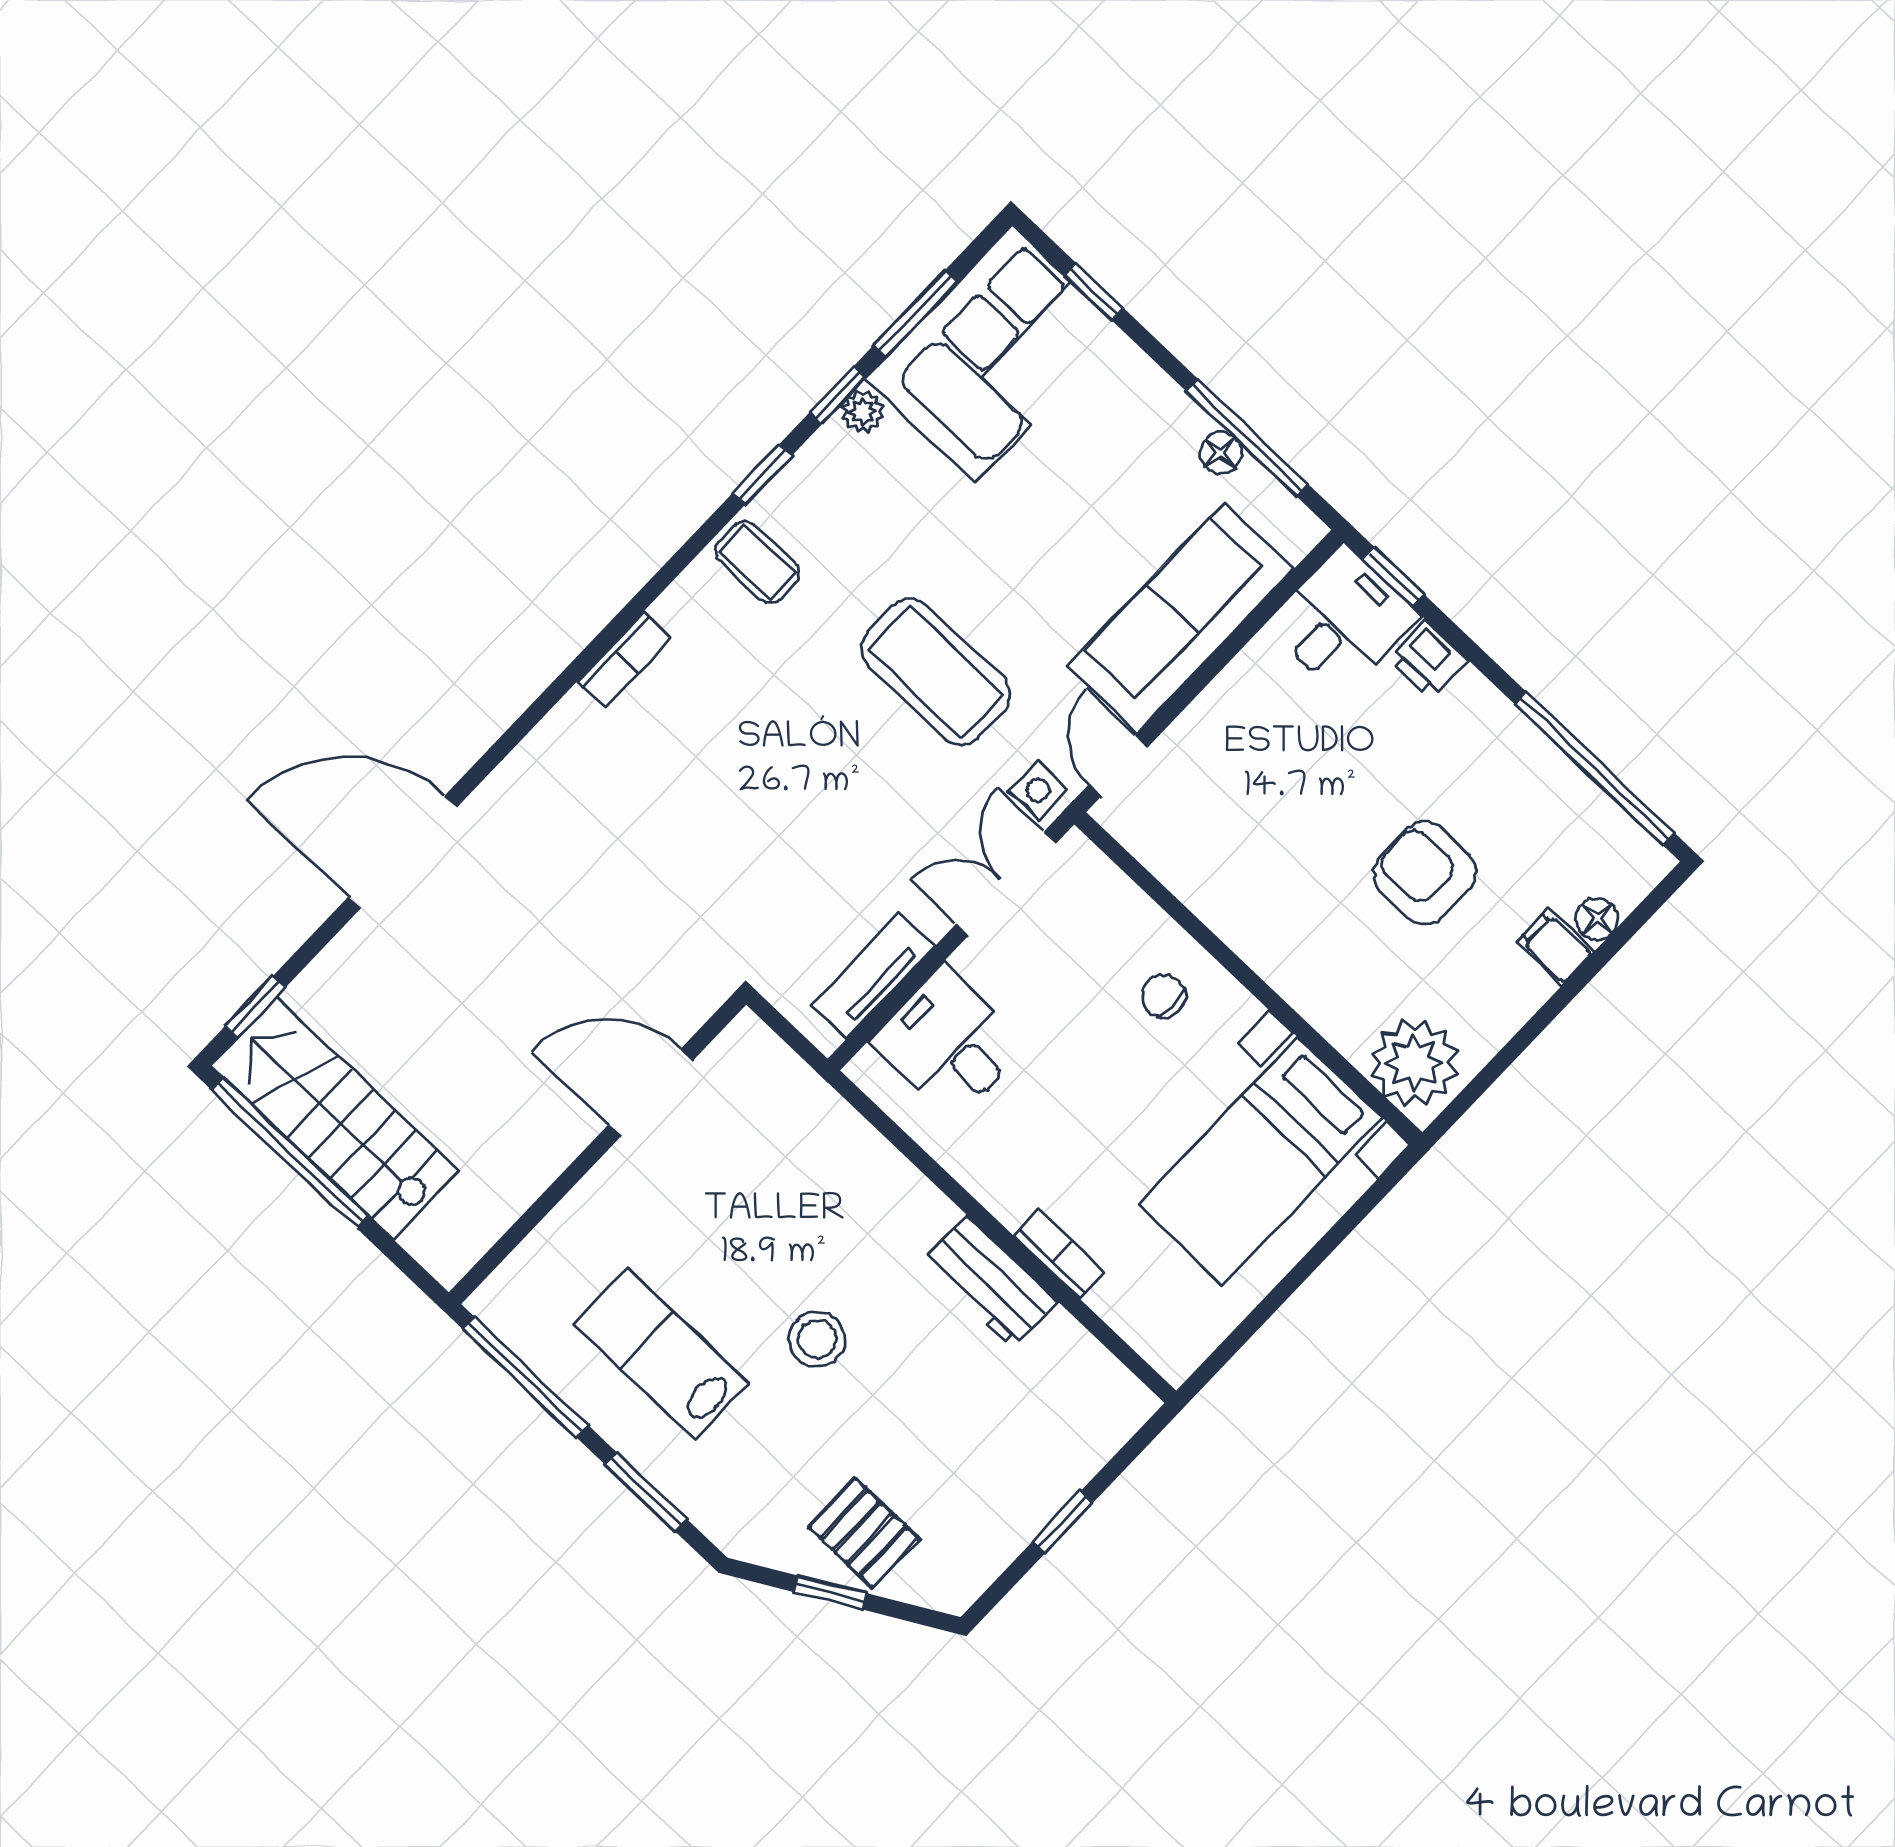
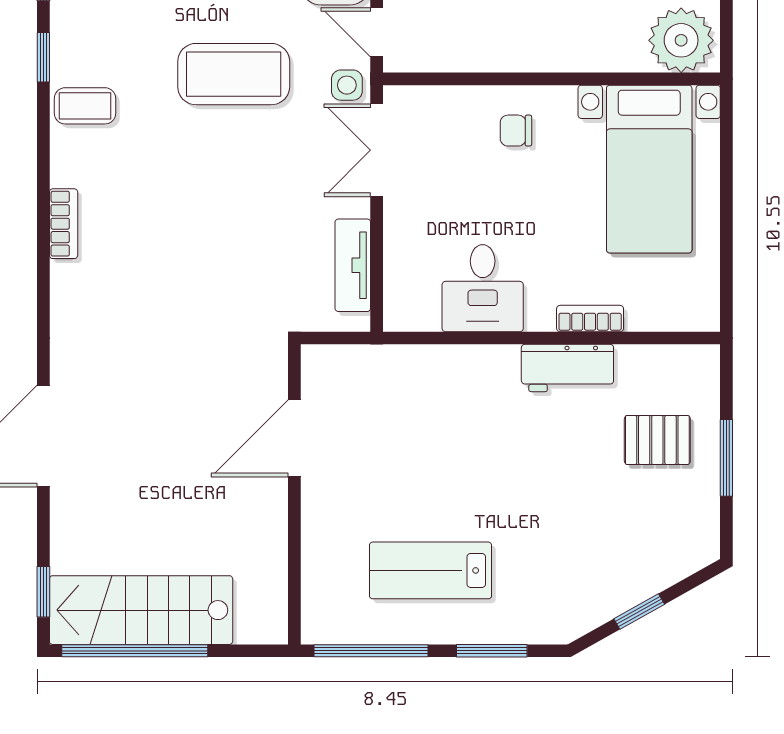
desk: (949, 1043) -> (483, 288), moved, turned -90
stool: (817, 1339) -> (505, 485), removed
window: (1063, 1522) -> (726, 458), width x1.50
pallet: (864, 1533) -> (657, 440), moved

